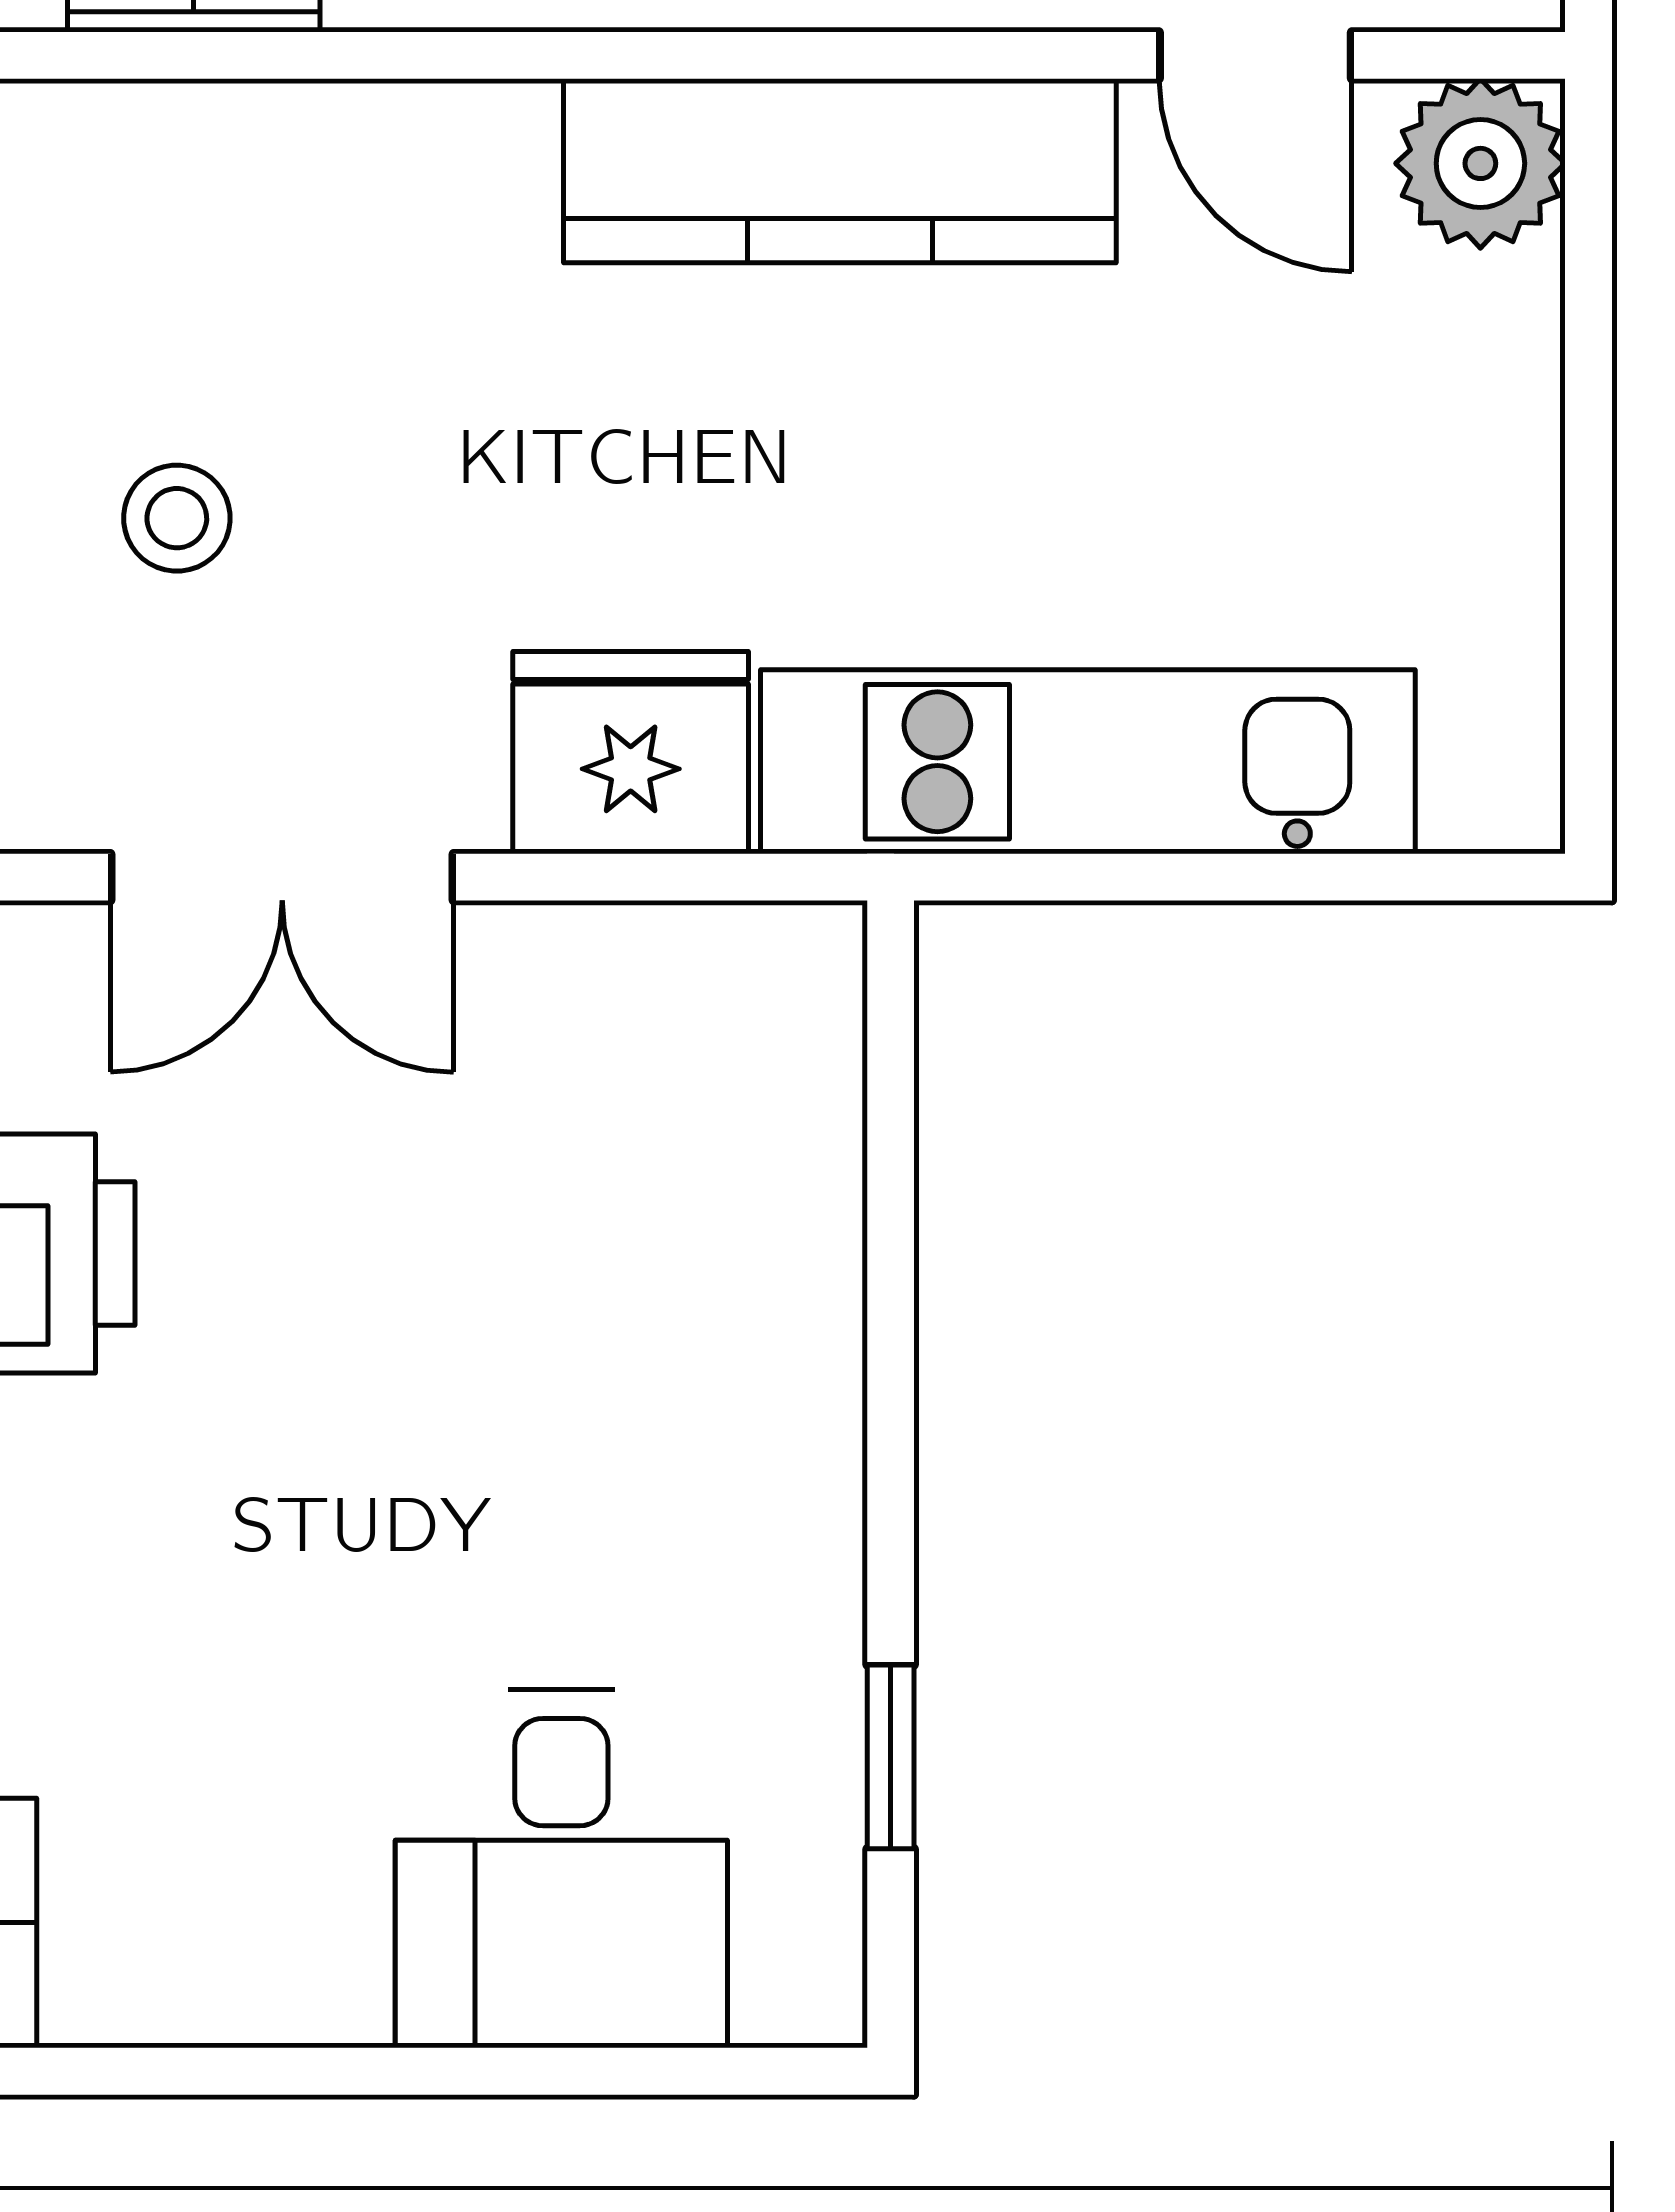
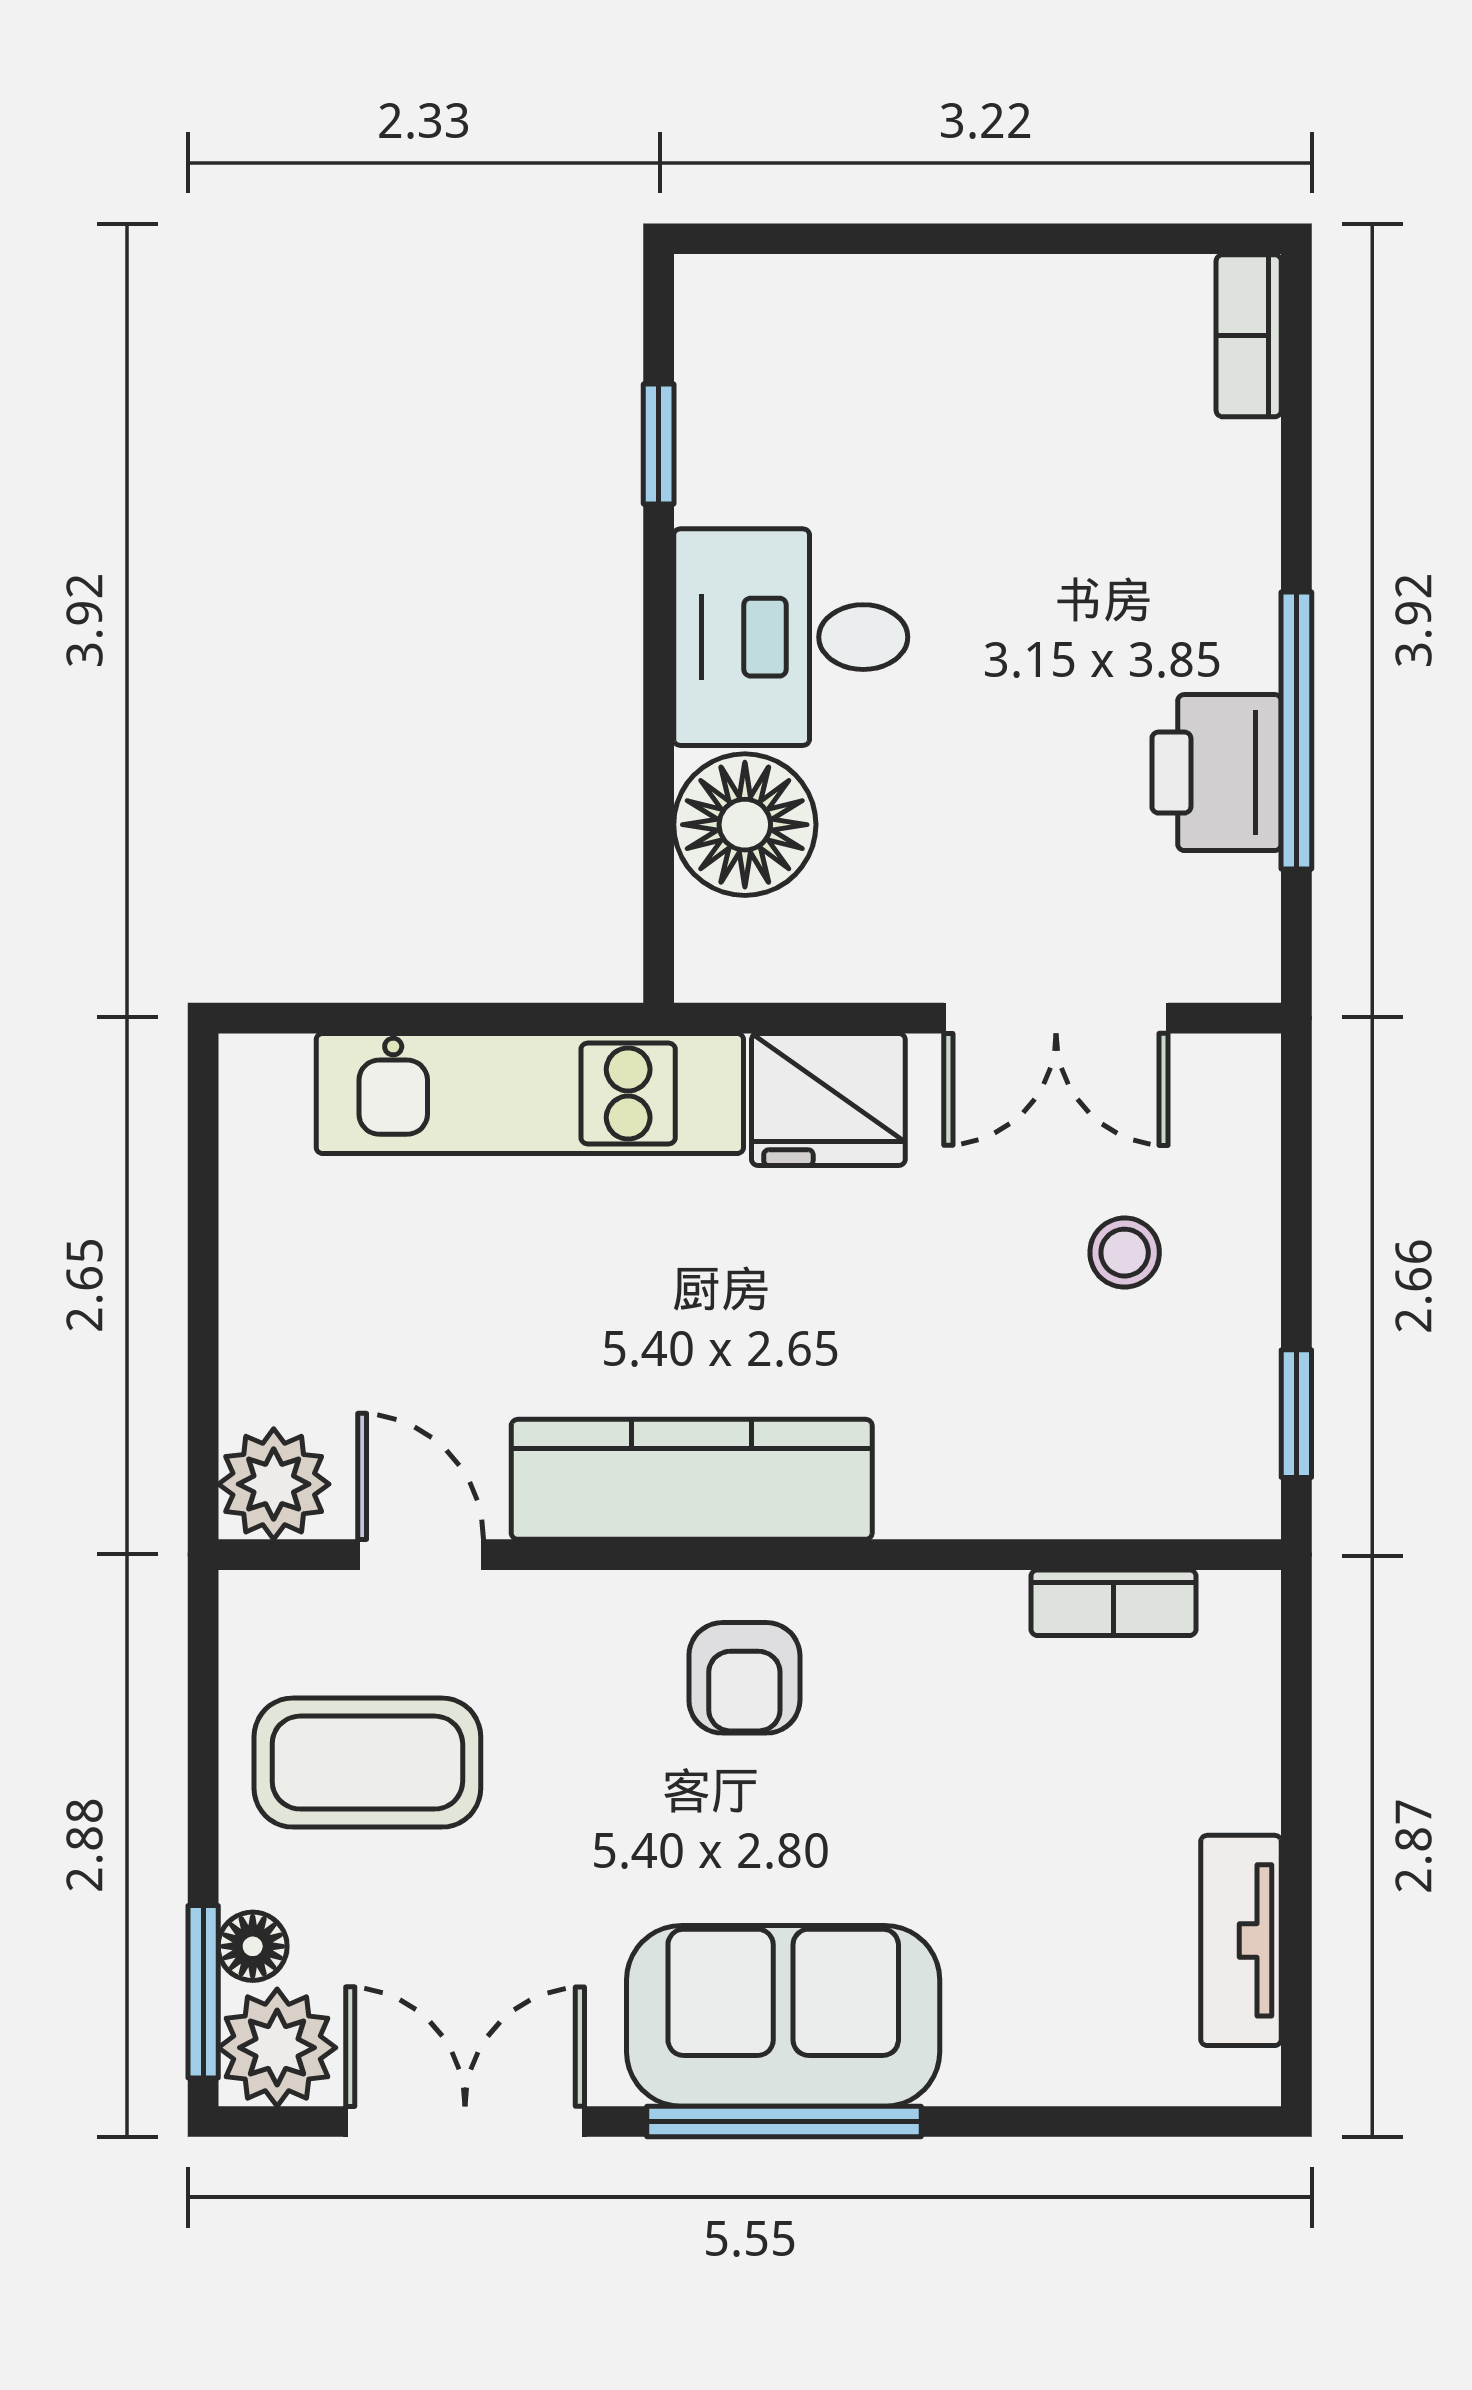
double door: (282, 877) -> (1056, 1018), swing flipped
floor lamp: (759, 1174) -> (745, 825), added
desk: (561, 1869) -> (791, 637), moved, turned -90

